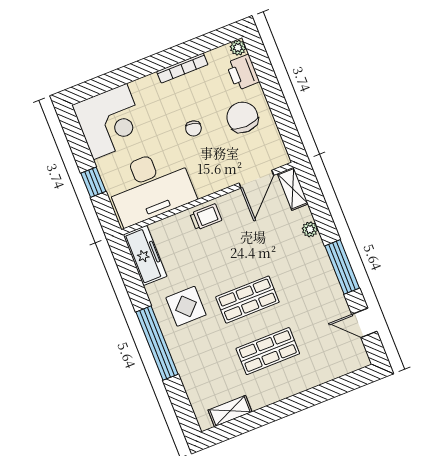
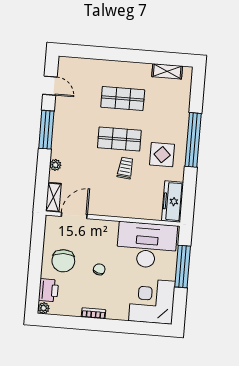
bookcase: (182, 68) -> (94, 313), width x0.64
window: (93, 182) -> (183, 266), width x2.17
trolley: (206, 217) -> (125, 168), moved, turned 96

